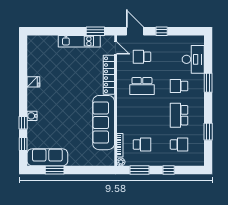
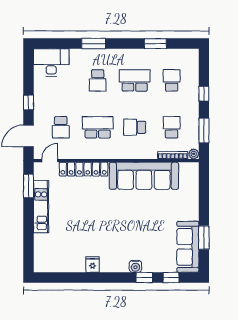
desk: (193, 59) -> (51, 62), moved
school desk: (142, 86) -> (98, 127), turned -90
school desk: (142, 115) -> (135, 127), added
school desk: (179, 115) -> (135, 80), turned 180

